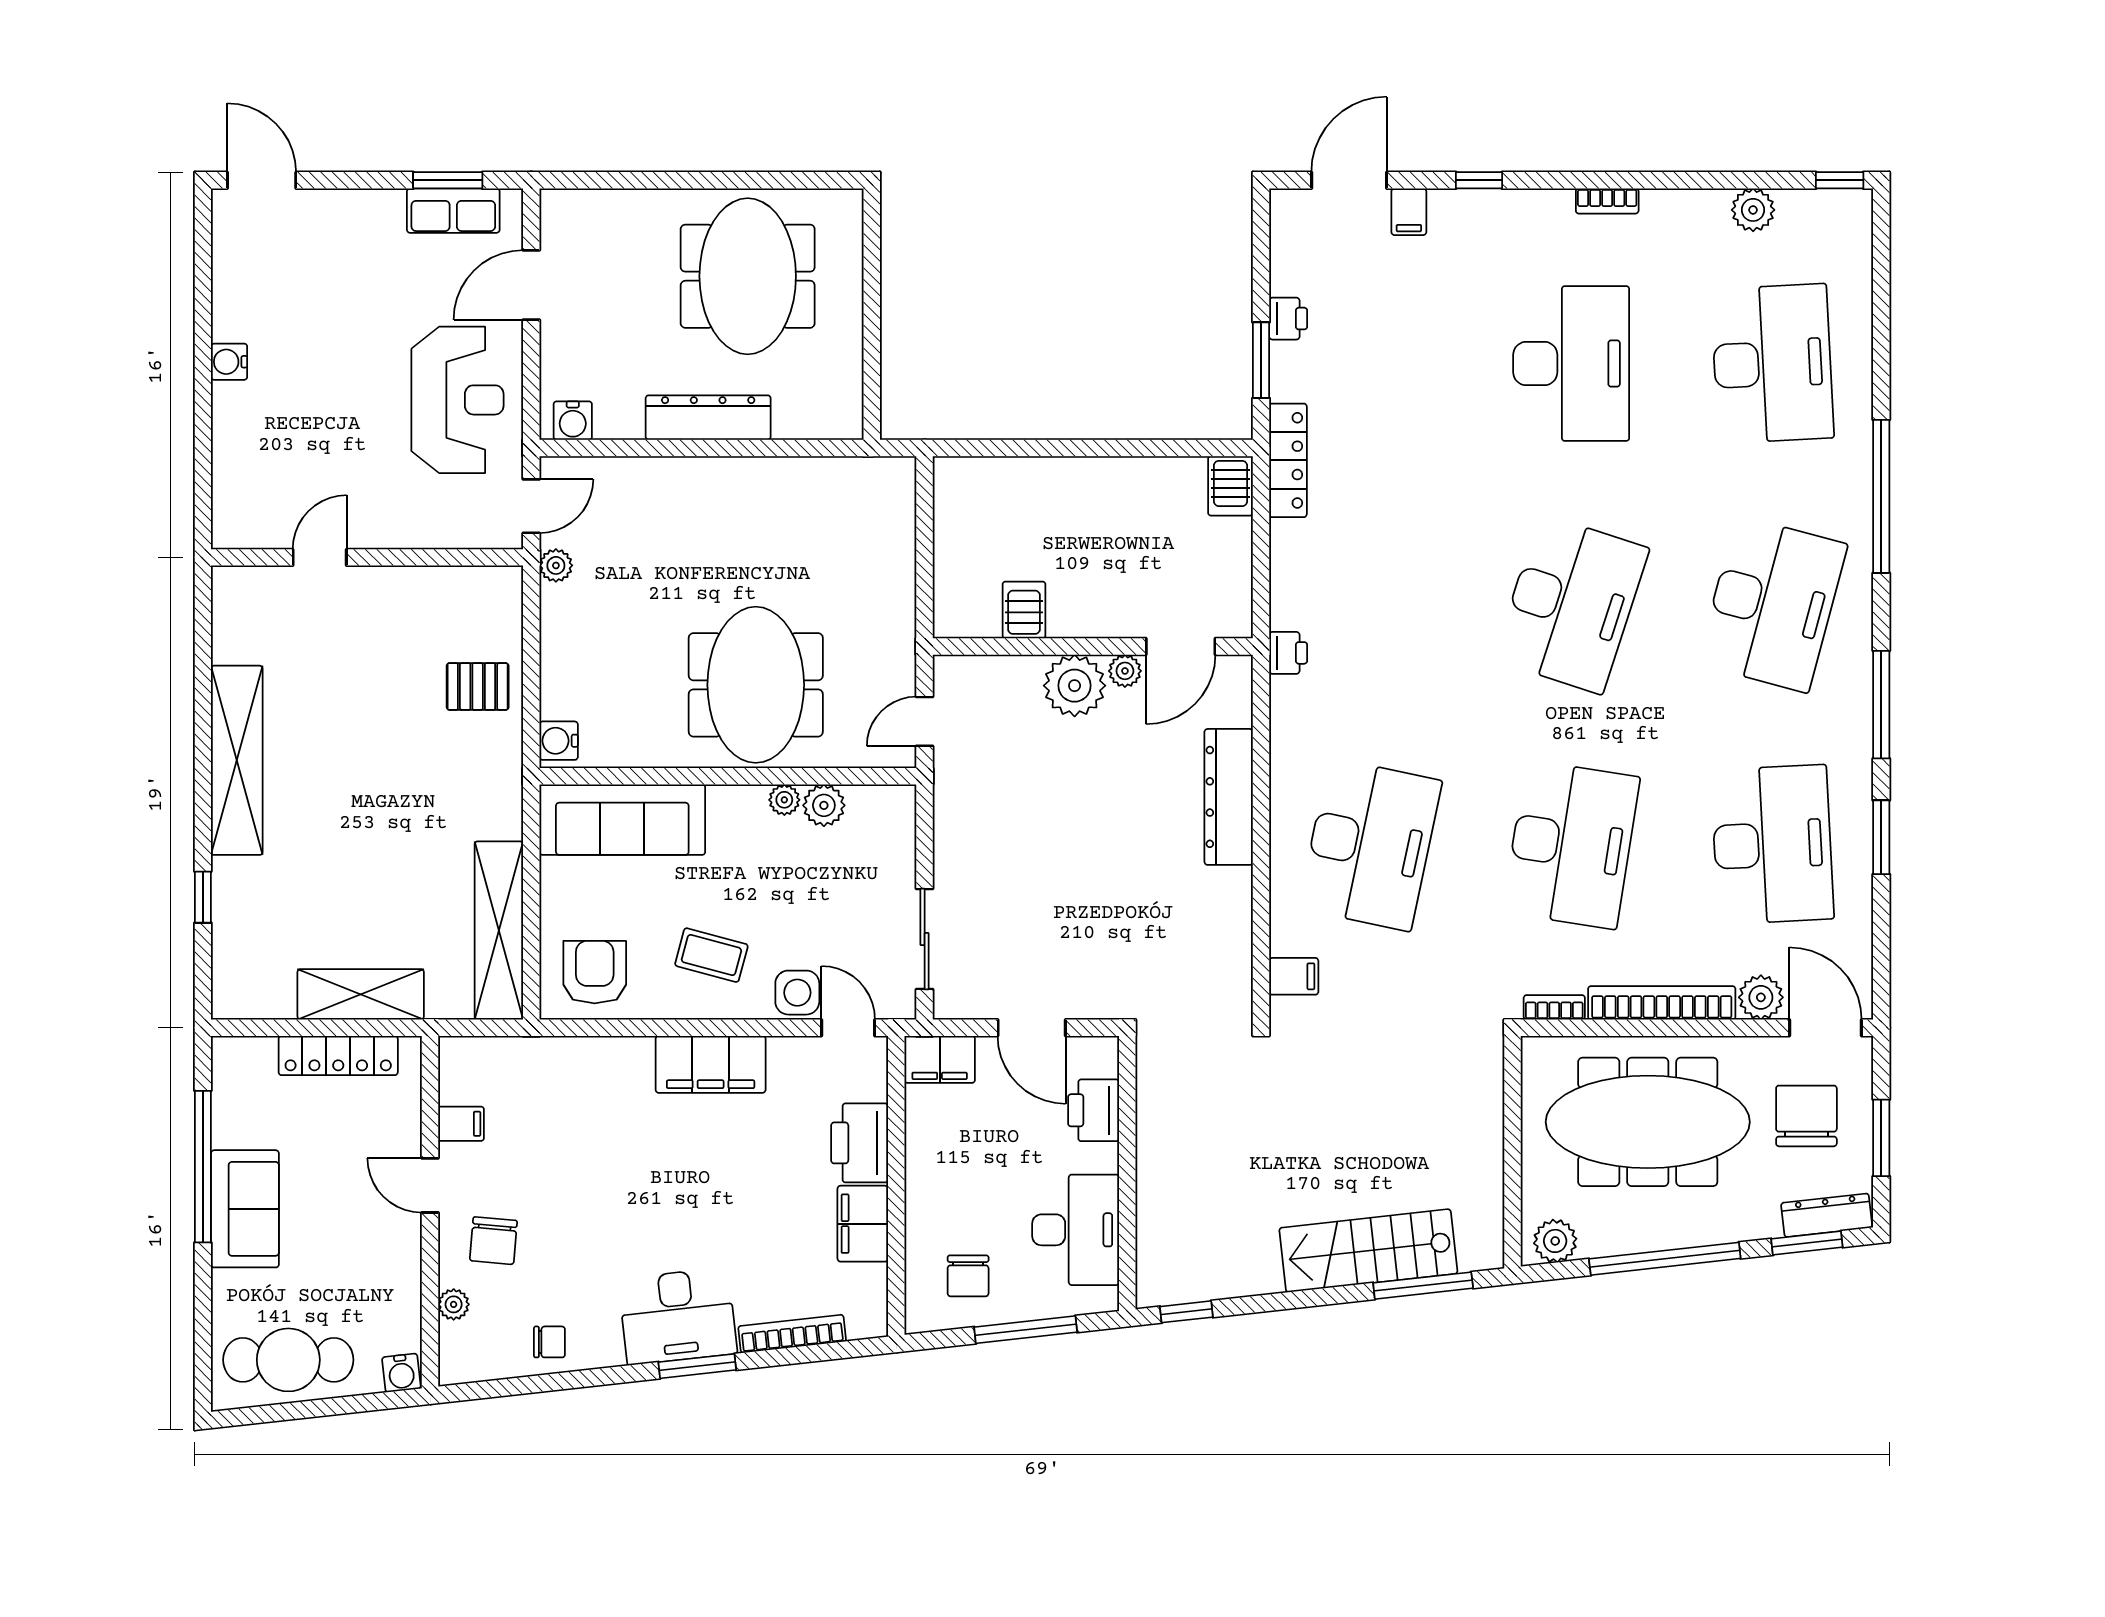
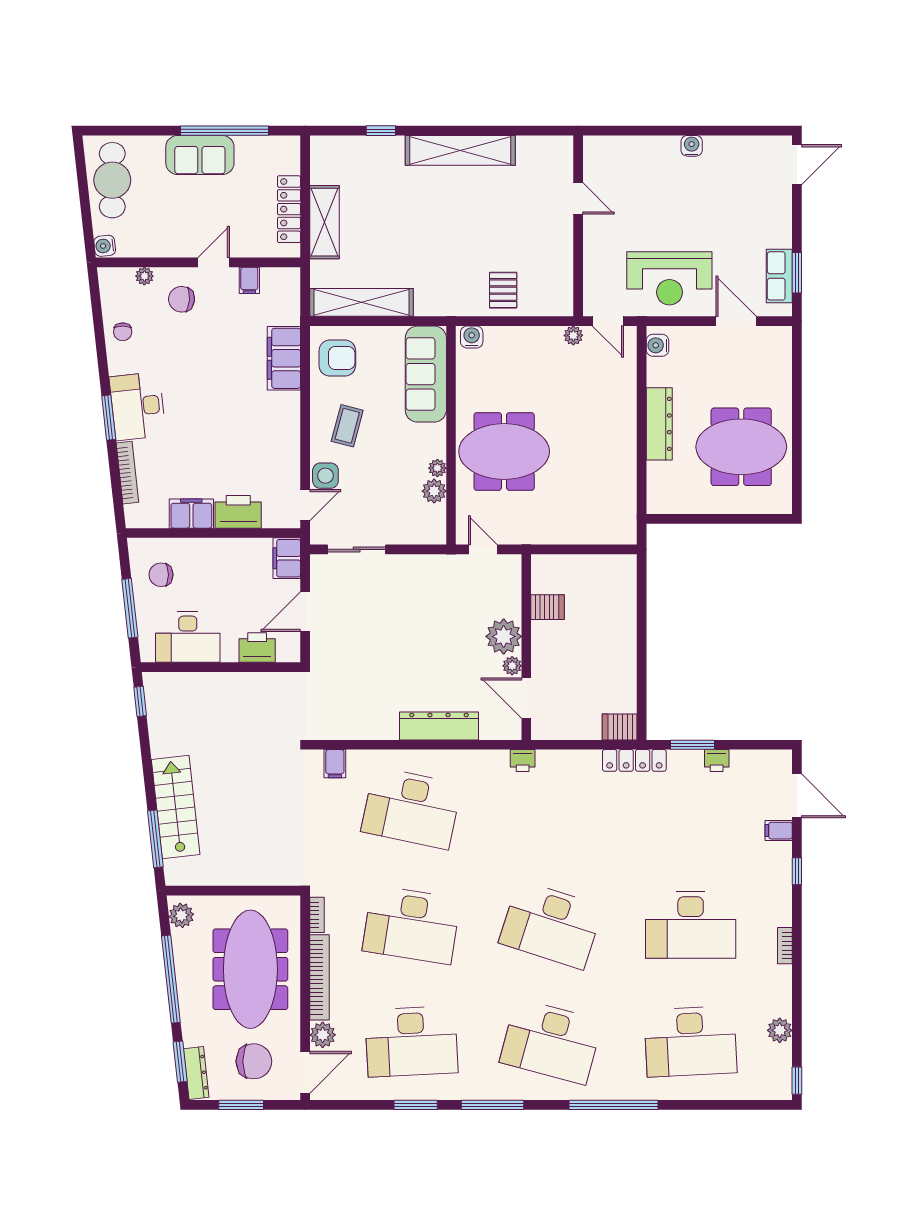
filing cabinet: (711, 1064) -> (284, 358), moved

